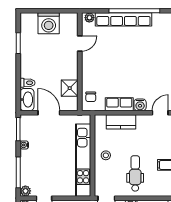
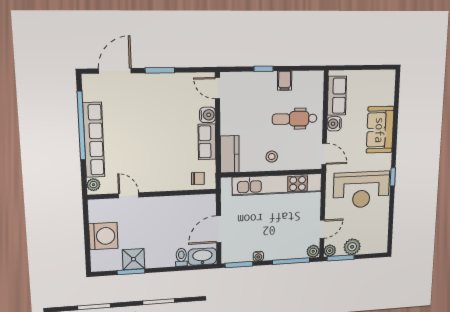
shower: (70, 88) -> (133, 259), moved
kitchen counter: (121, 122) -> (230, 154), moved

